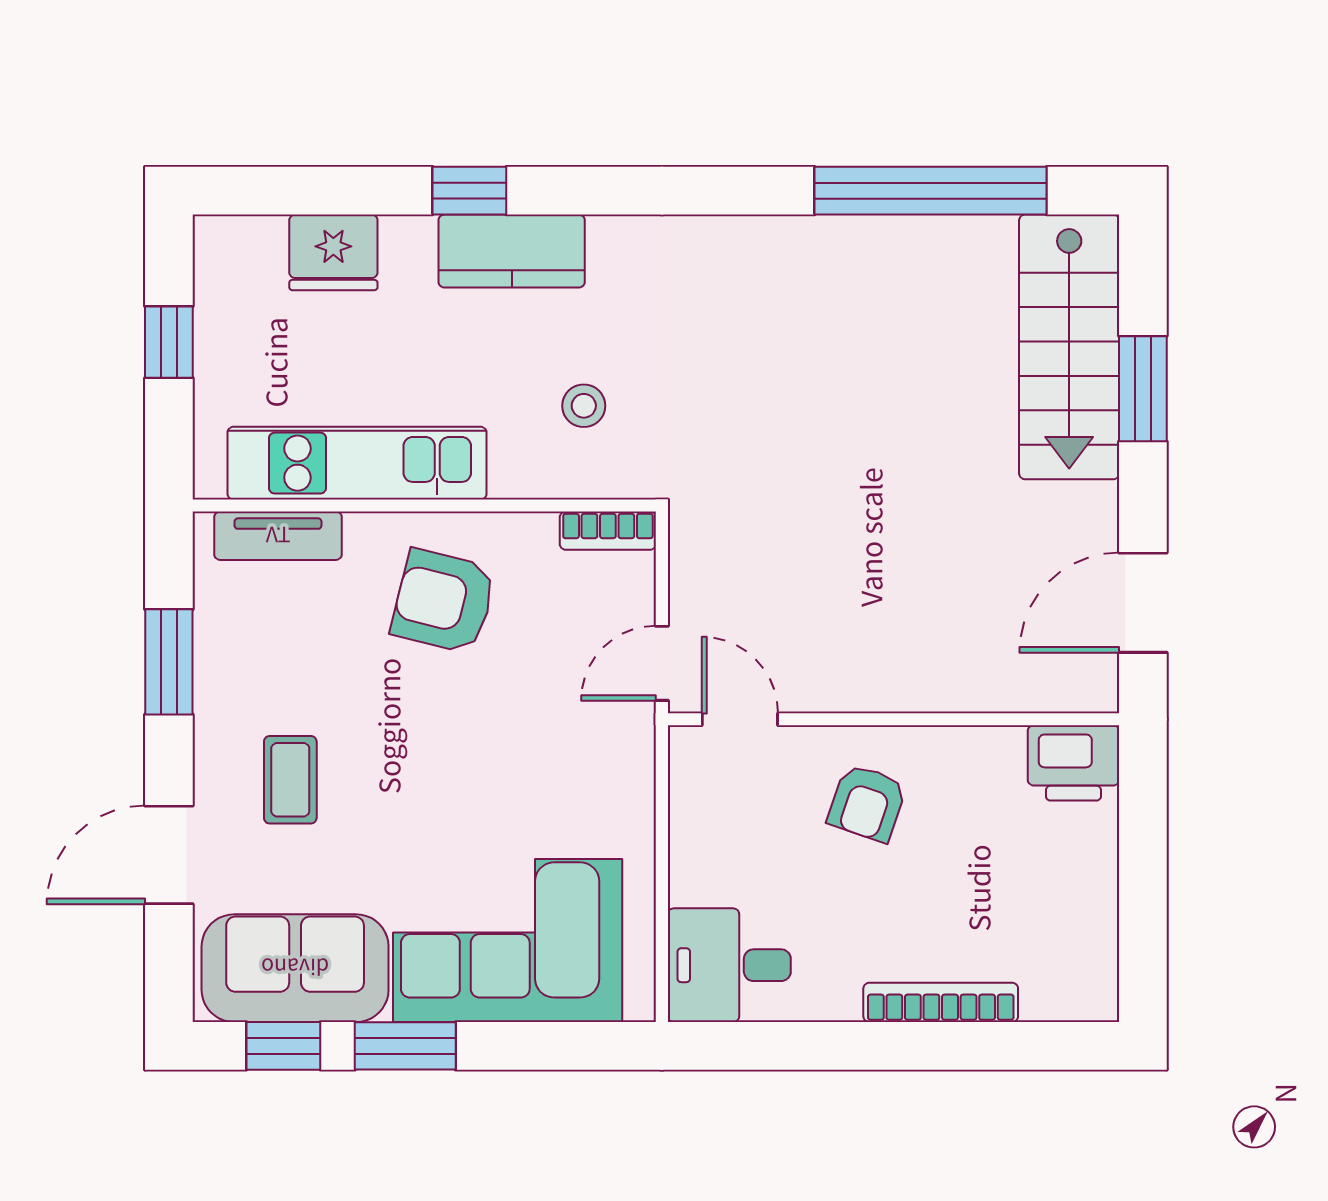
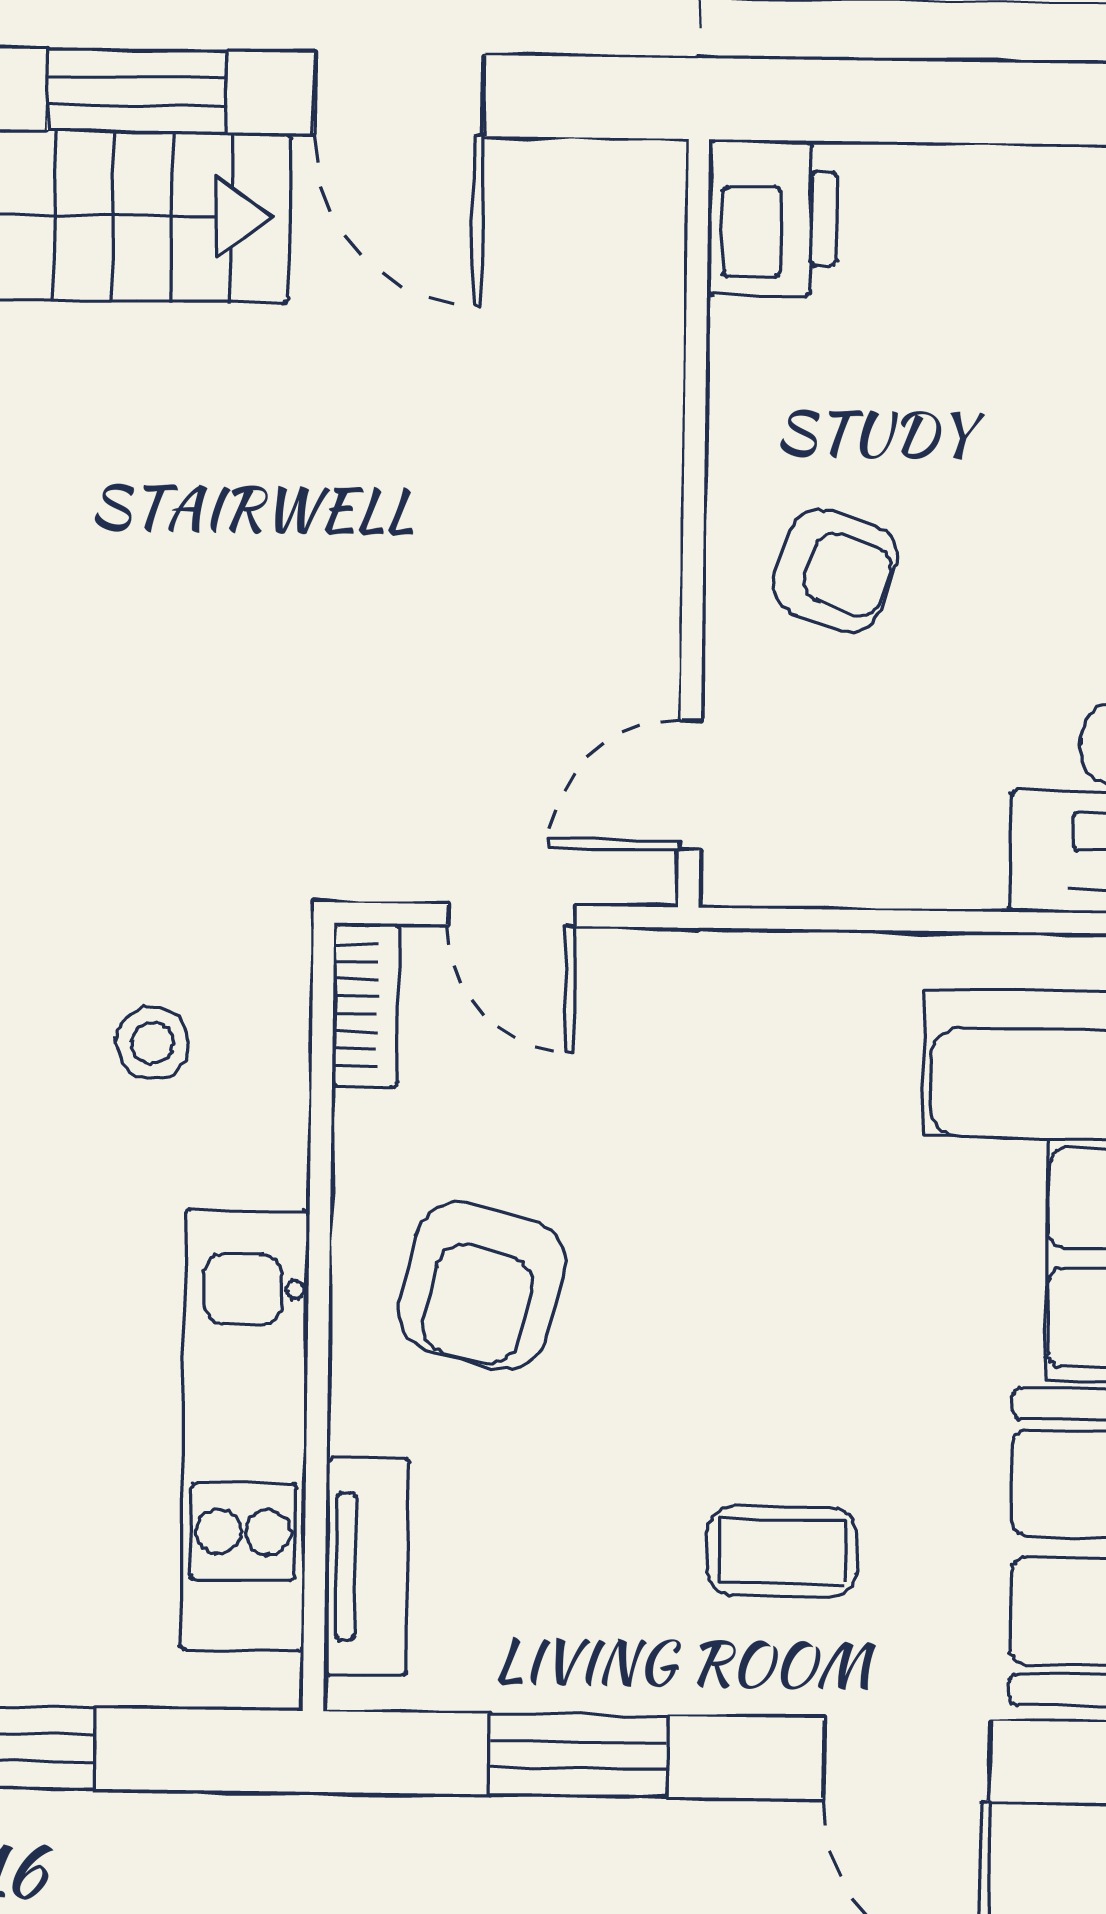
door: (1143, 603) -> (399, 94), moved
door: (662, 663) -> (512, 915), moved

